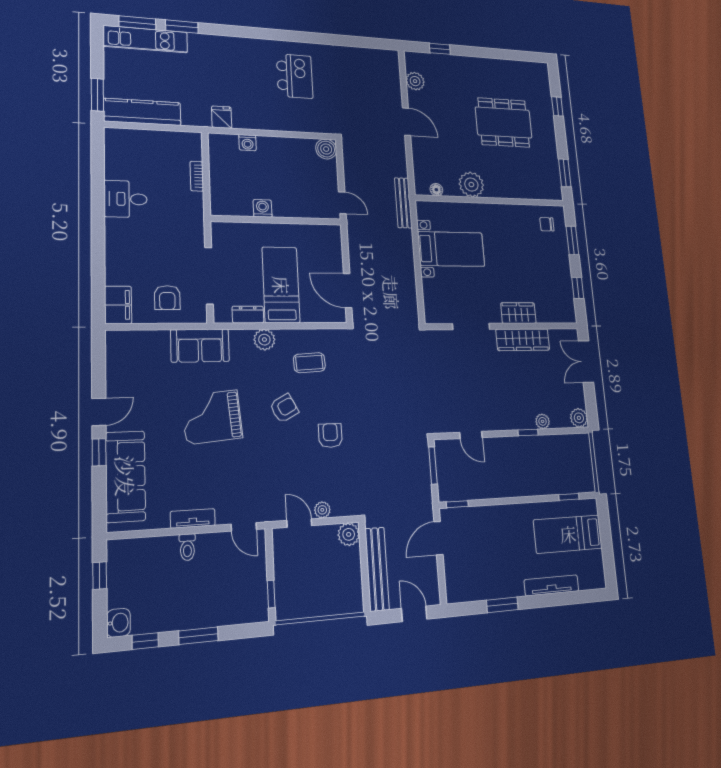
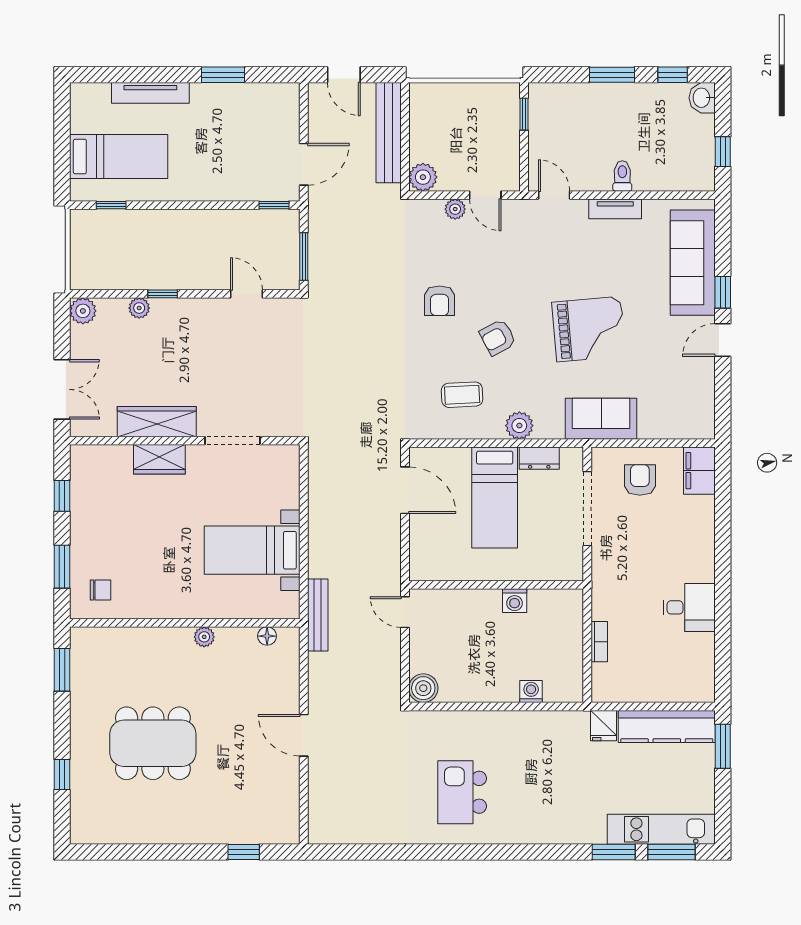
plant: (415, 81) -> (286, 798), removed
fridge: (222, 117) -> (603, 726), moved
plant: (471, 185) -> (204, 637), width x0.53, depth x0.53

